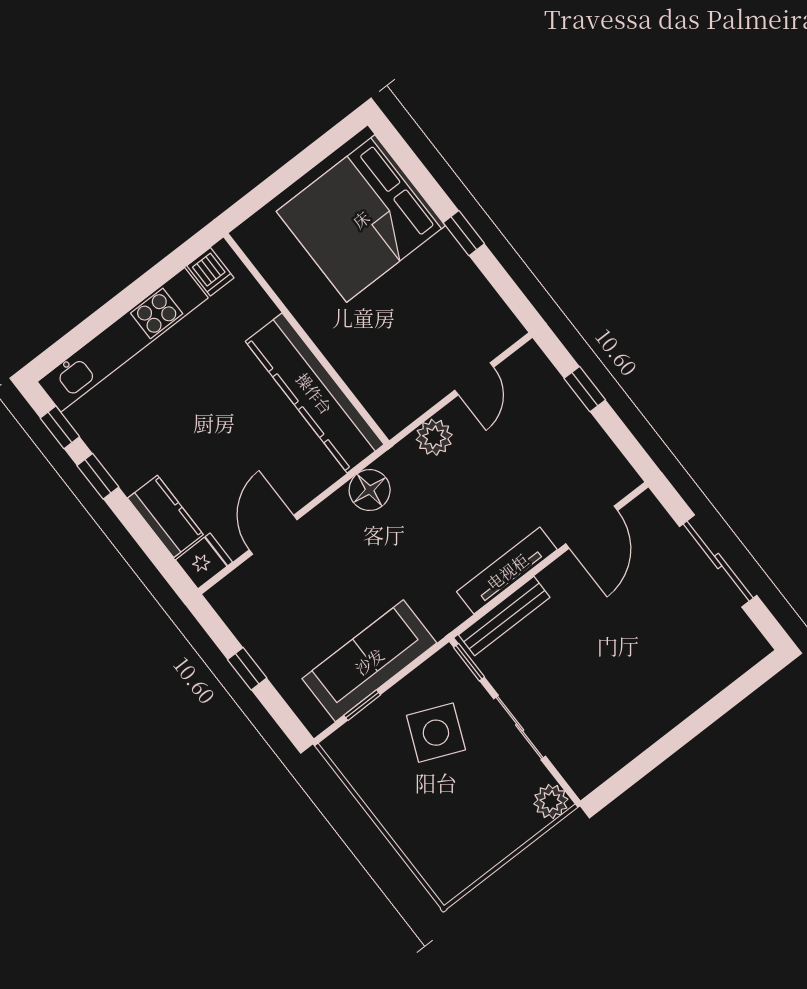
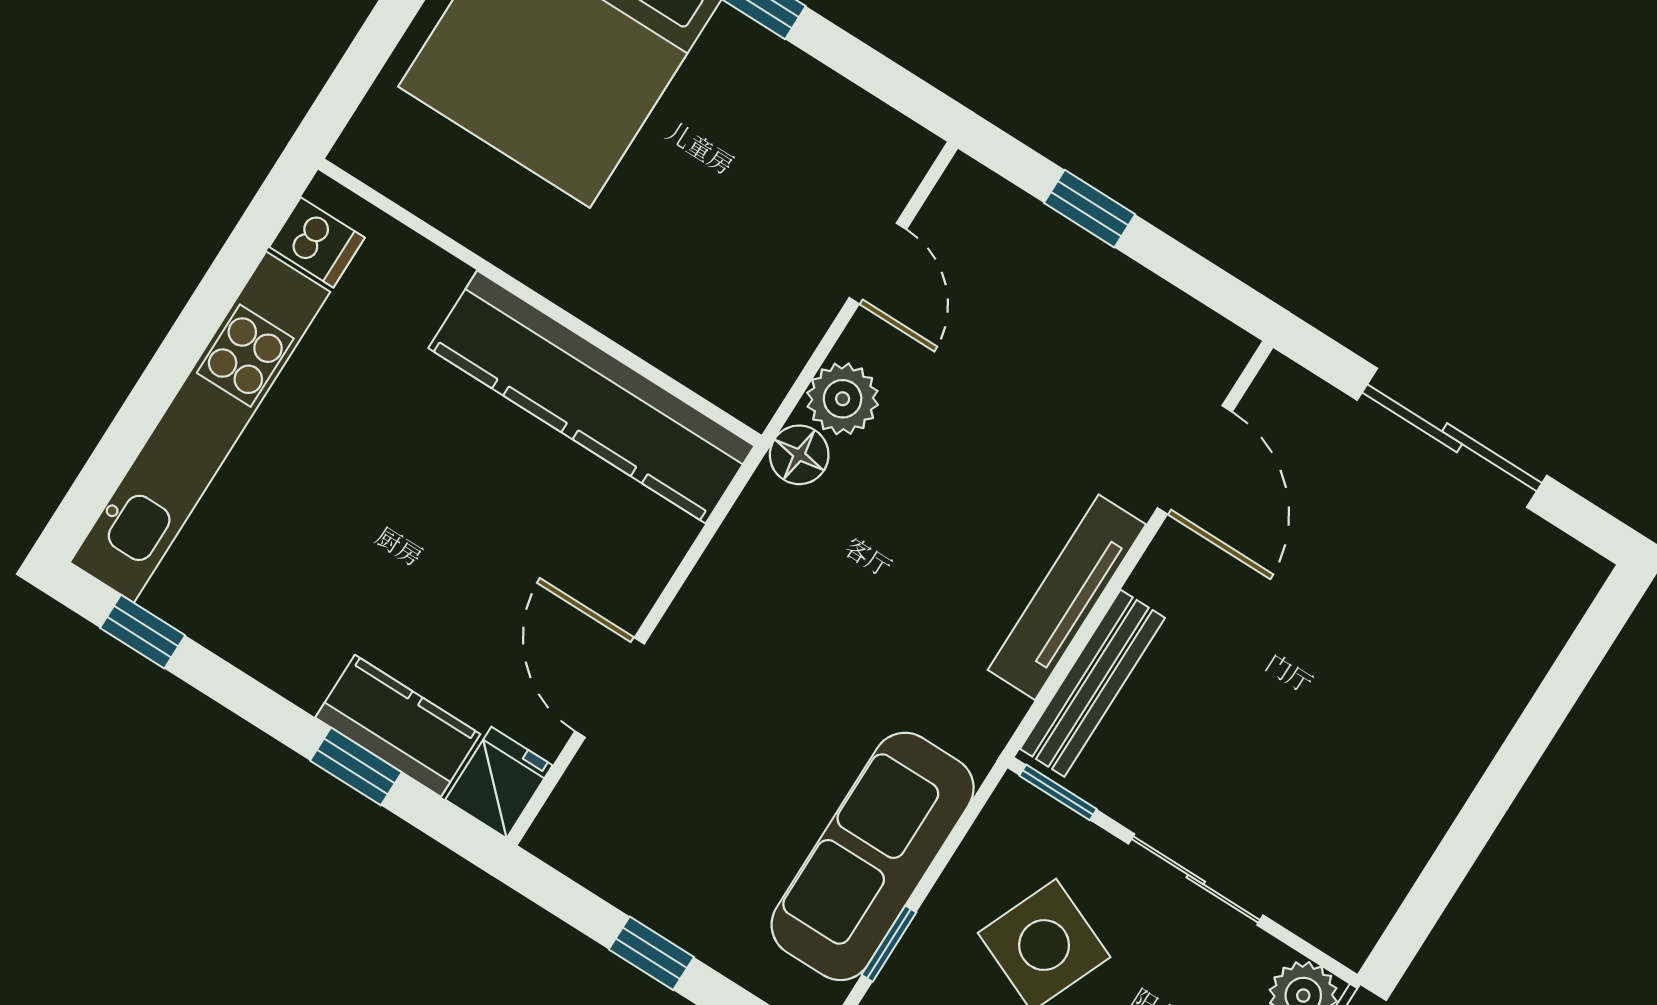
window: (98, 476) -> (356, 766), moved
floor lamp: (370, 490) -> (799, 455), moved, width x0.73, depth x0.73

